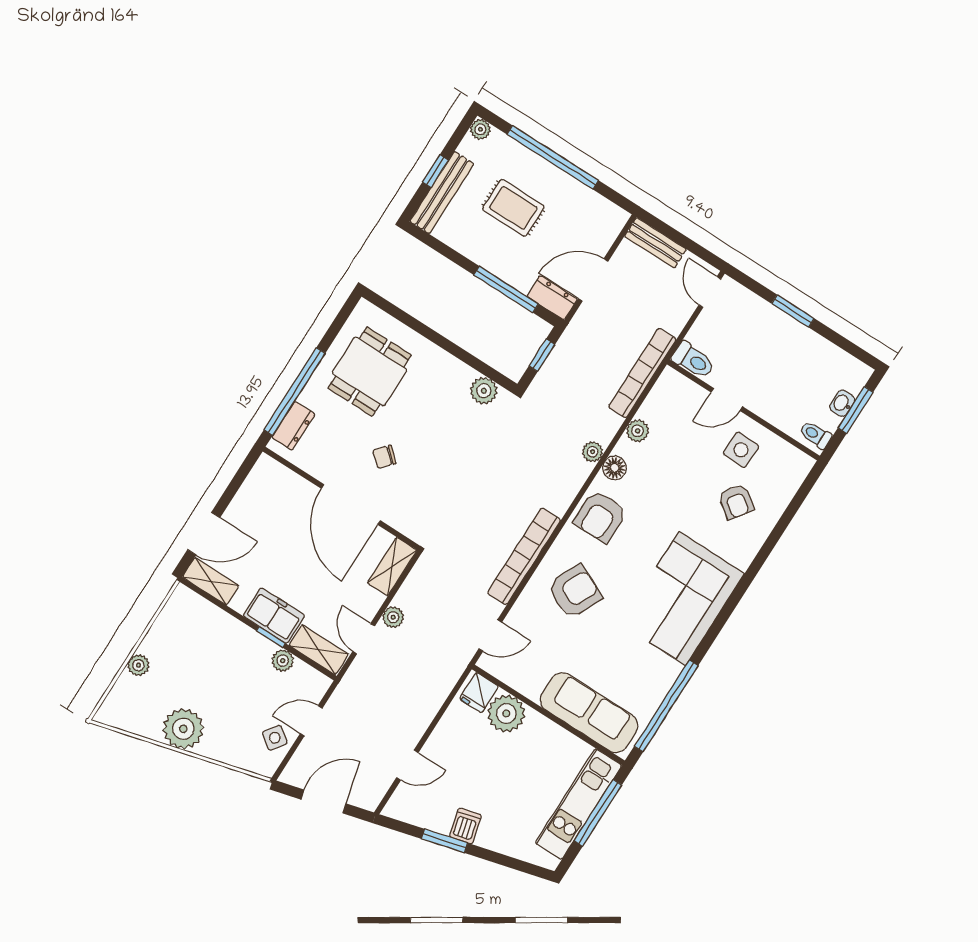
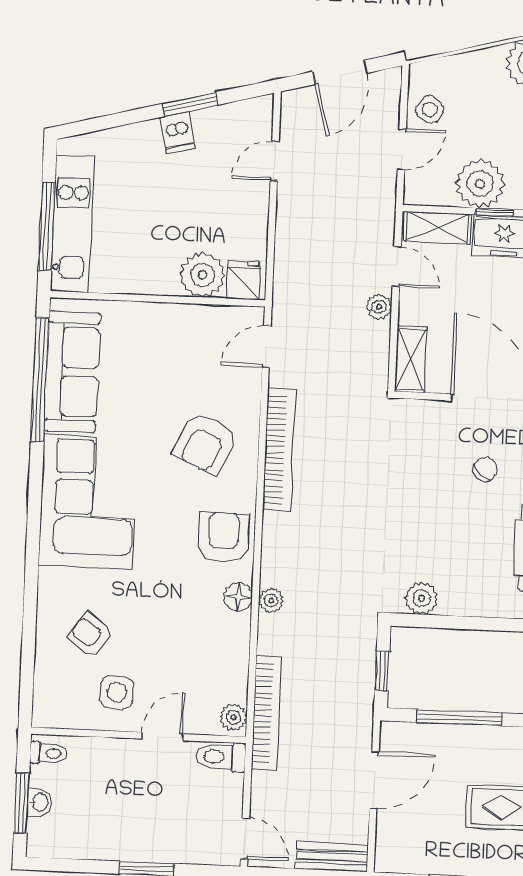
dresser: (552, 298) -> (406, 737), removed
plant: (638, 431) -> (234, 717), moved
plant: (283, 661) -> (480, 184), width x1.87, depth x1.87
sofa: (589, 713) -> (72, 372), moved, turned -90

